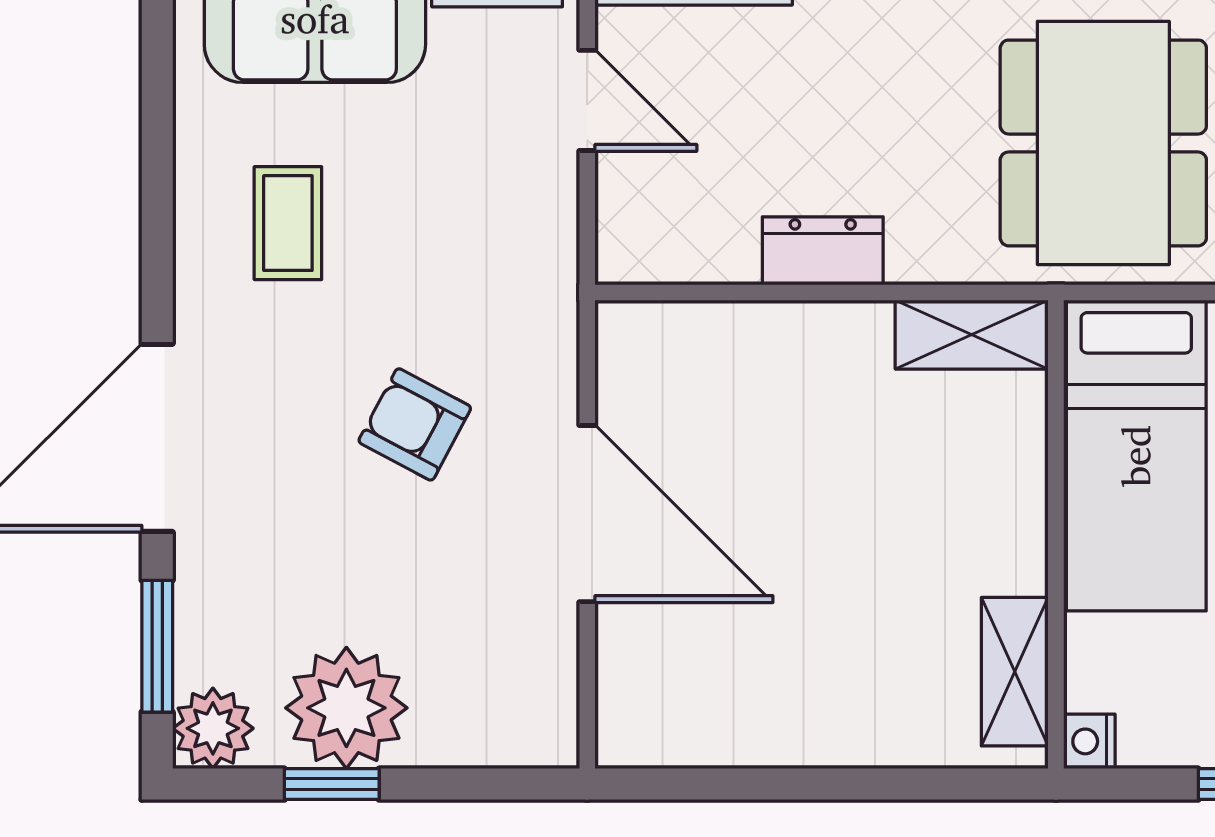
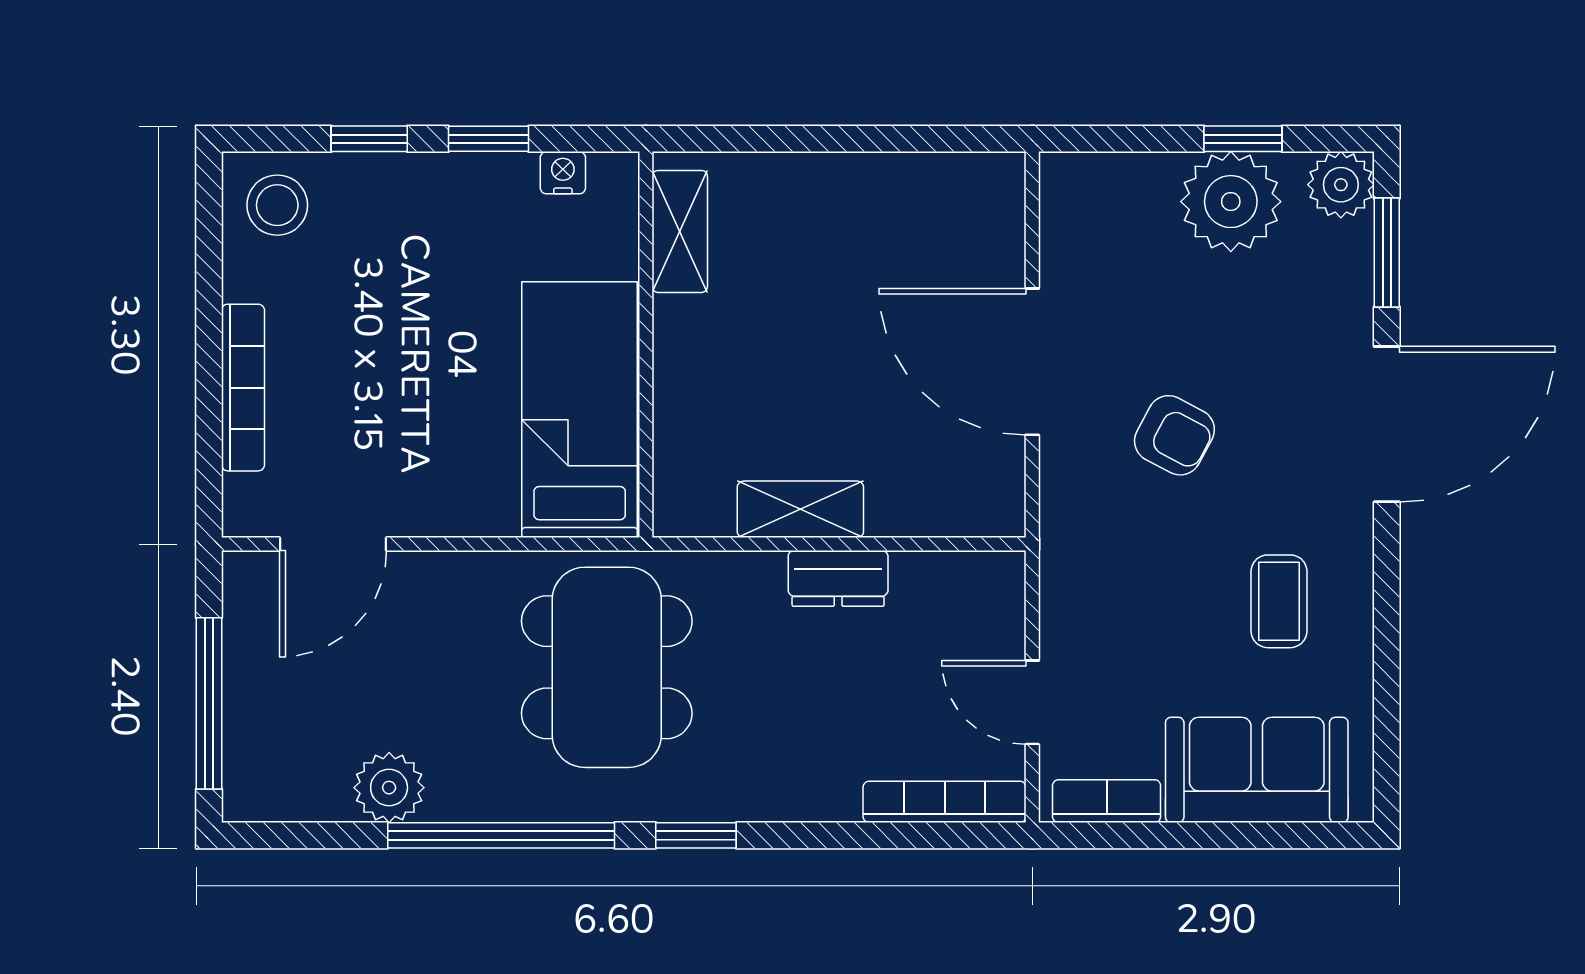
shelving: (972, 335) -> (800, 509), moved
nightstand: (1089, 741) -> (563, 173), moved, turned -90

